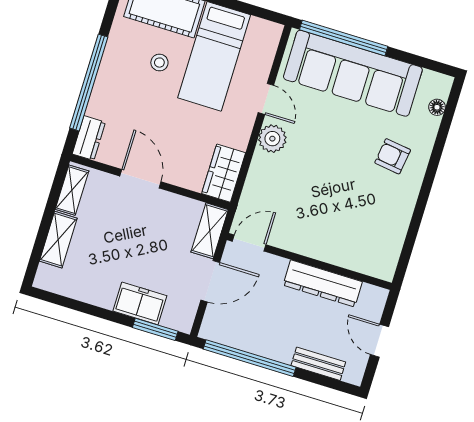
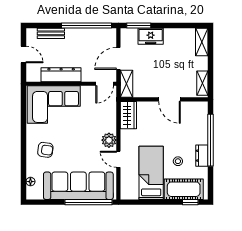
dresser: (89, 138) -> (202, 156), moved
corner sofa: (352, 234) -> (54, 104), added
shelving: (58, 240) -> (202, 42), moved

